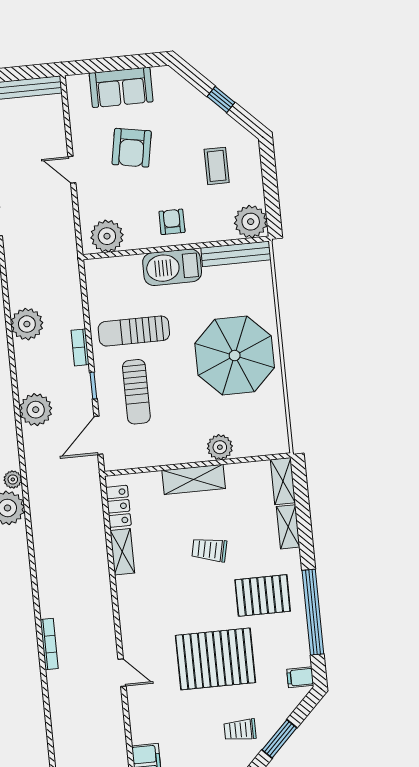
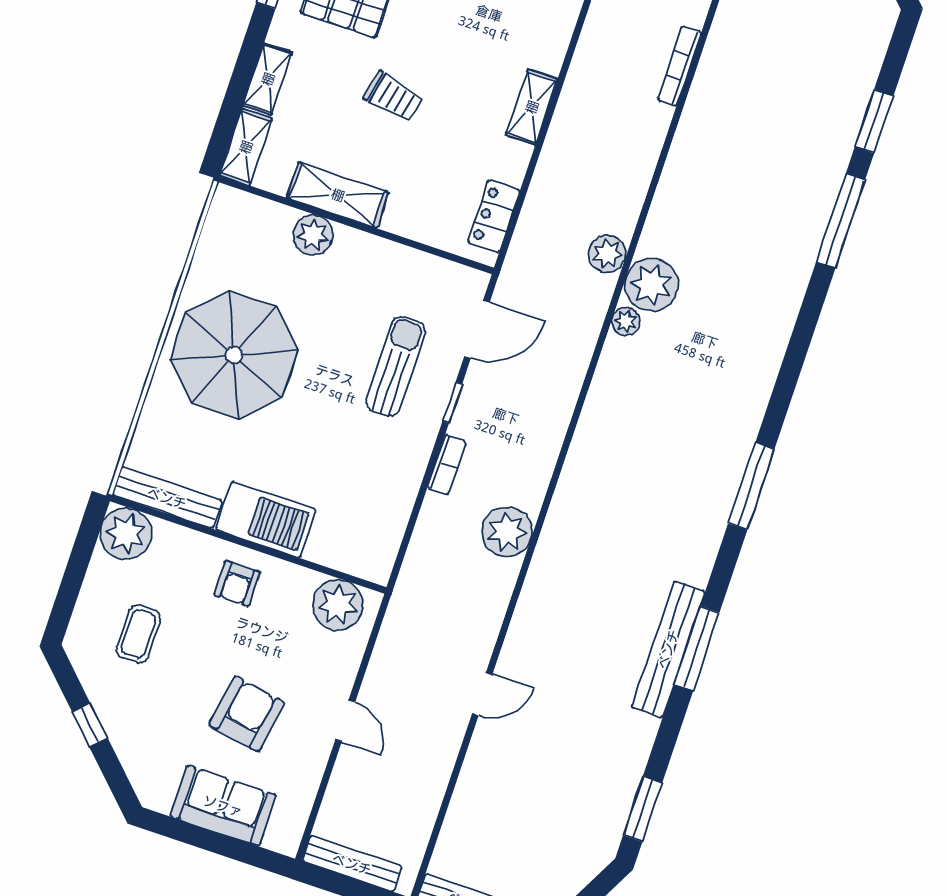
sun lounger: (134, 331) -> (360, 454), removed
plant: (36, 410) -> (607, 254), moved, width x0.73, depth x0.73
shelving: (194, 479) -> (338, 195), moved
shelving: (122, 552) -> (532, 107), moved

